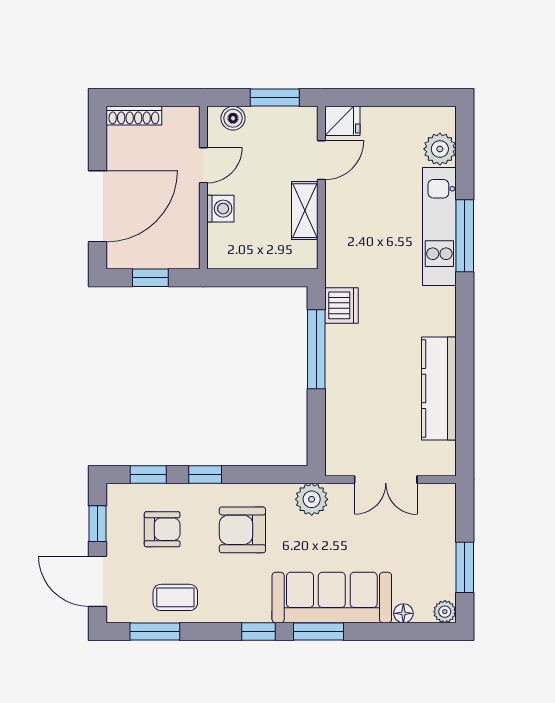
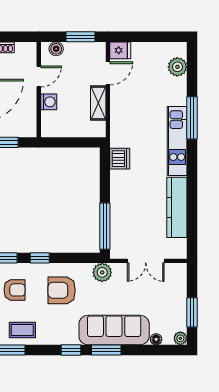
kitchen unit: (439, 227) -> (177, 141), moved
window: (316, 349) -> (105, 226), moved

